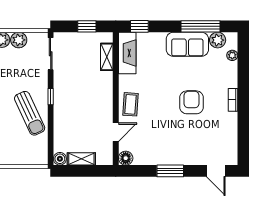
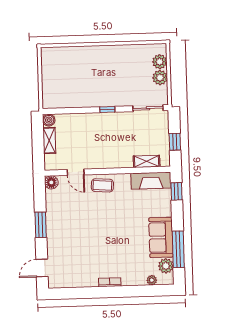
armchair: (192, 102) -> (106, 243), removed
sun lounger: (30, 113) -> (91, 90), removed

